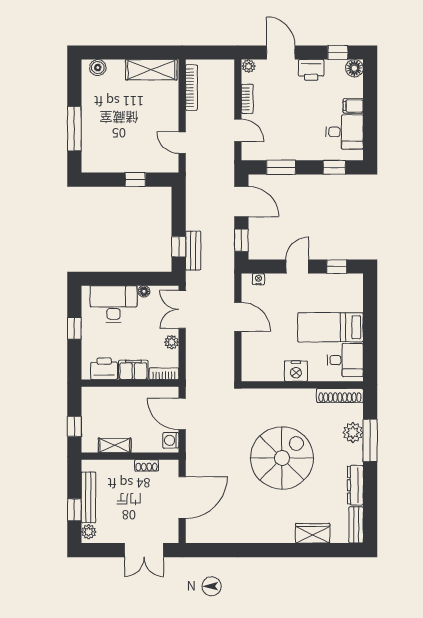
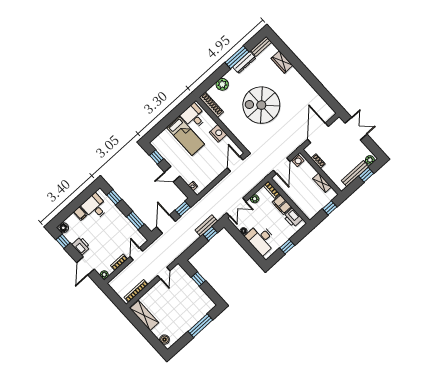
door: (238, 317) -> (235, 164), moved
window: (370, 440) -> (237, 57), moved
door: (182, 498) -> (318, 133), hinge flipped

